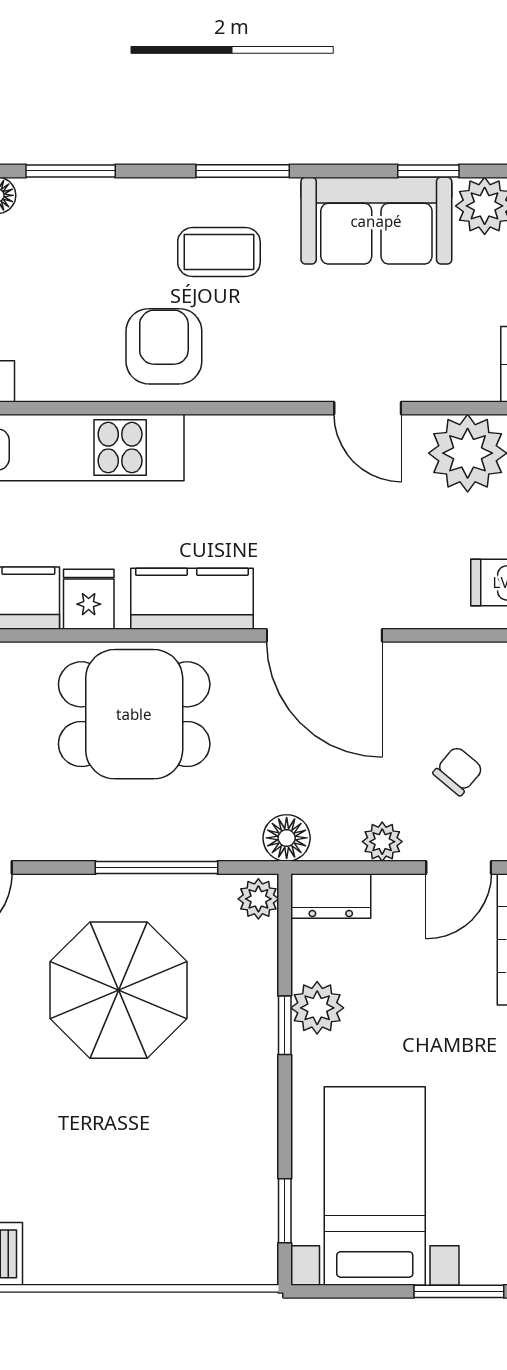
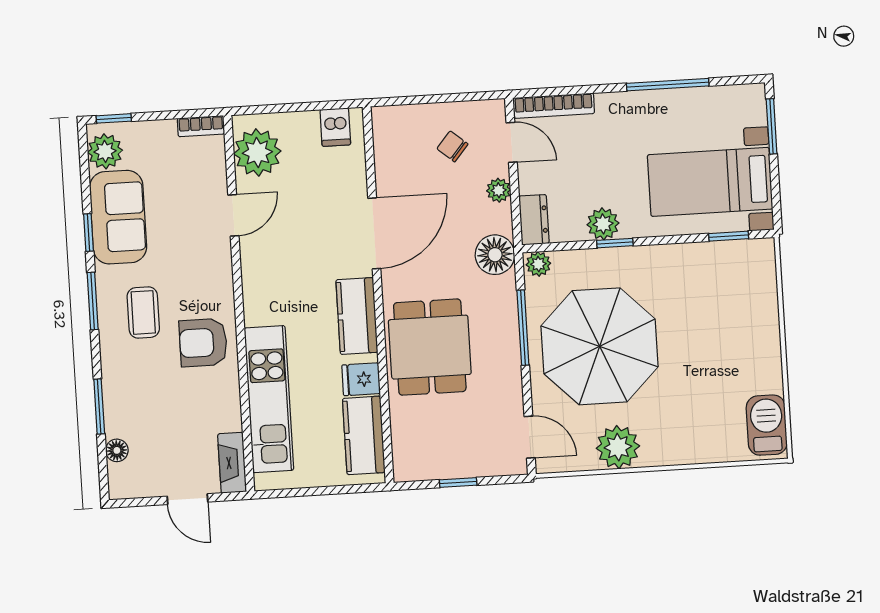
window: (428, 171) -> (89, 233), moved
floor lamp: (287, 838) -> (495, 255), width x1.38, depth x1.38
parasol: (119, 990) -> (600, 346), width x1.36, depth x1.36

